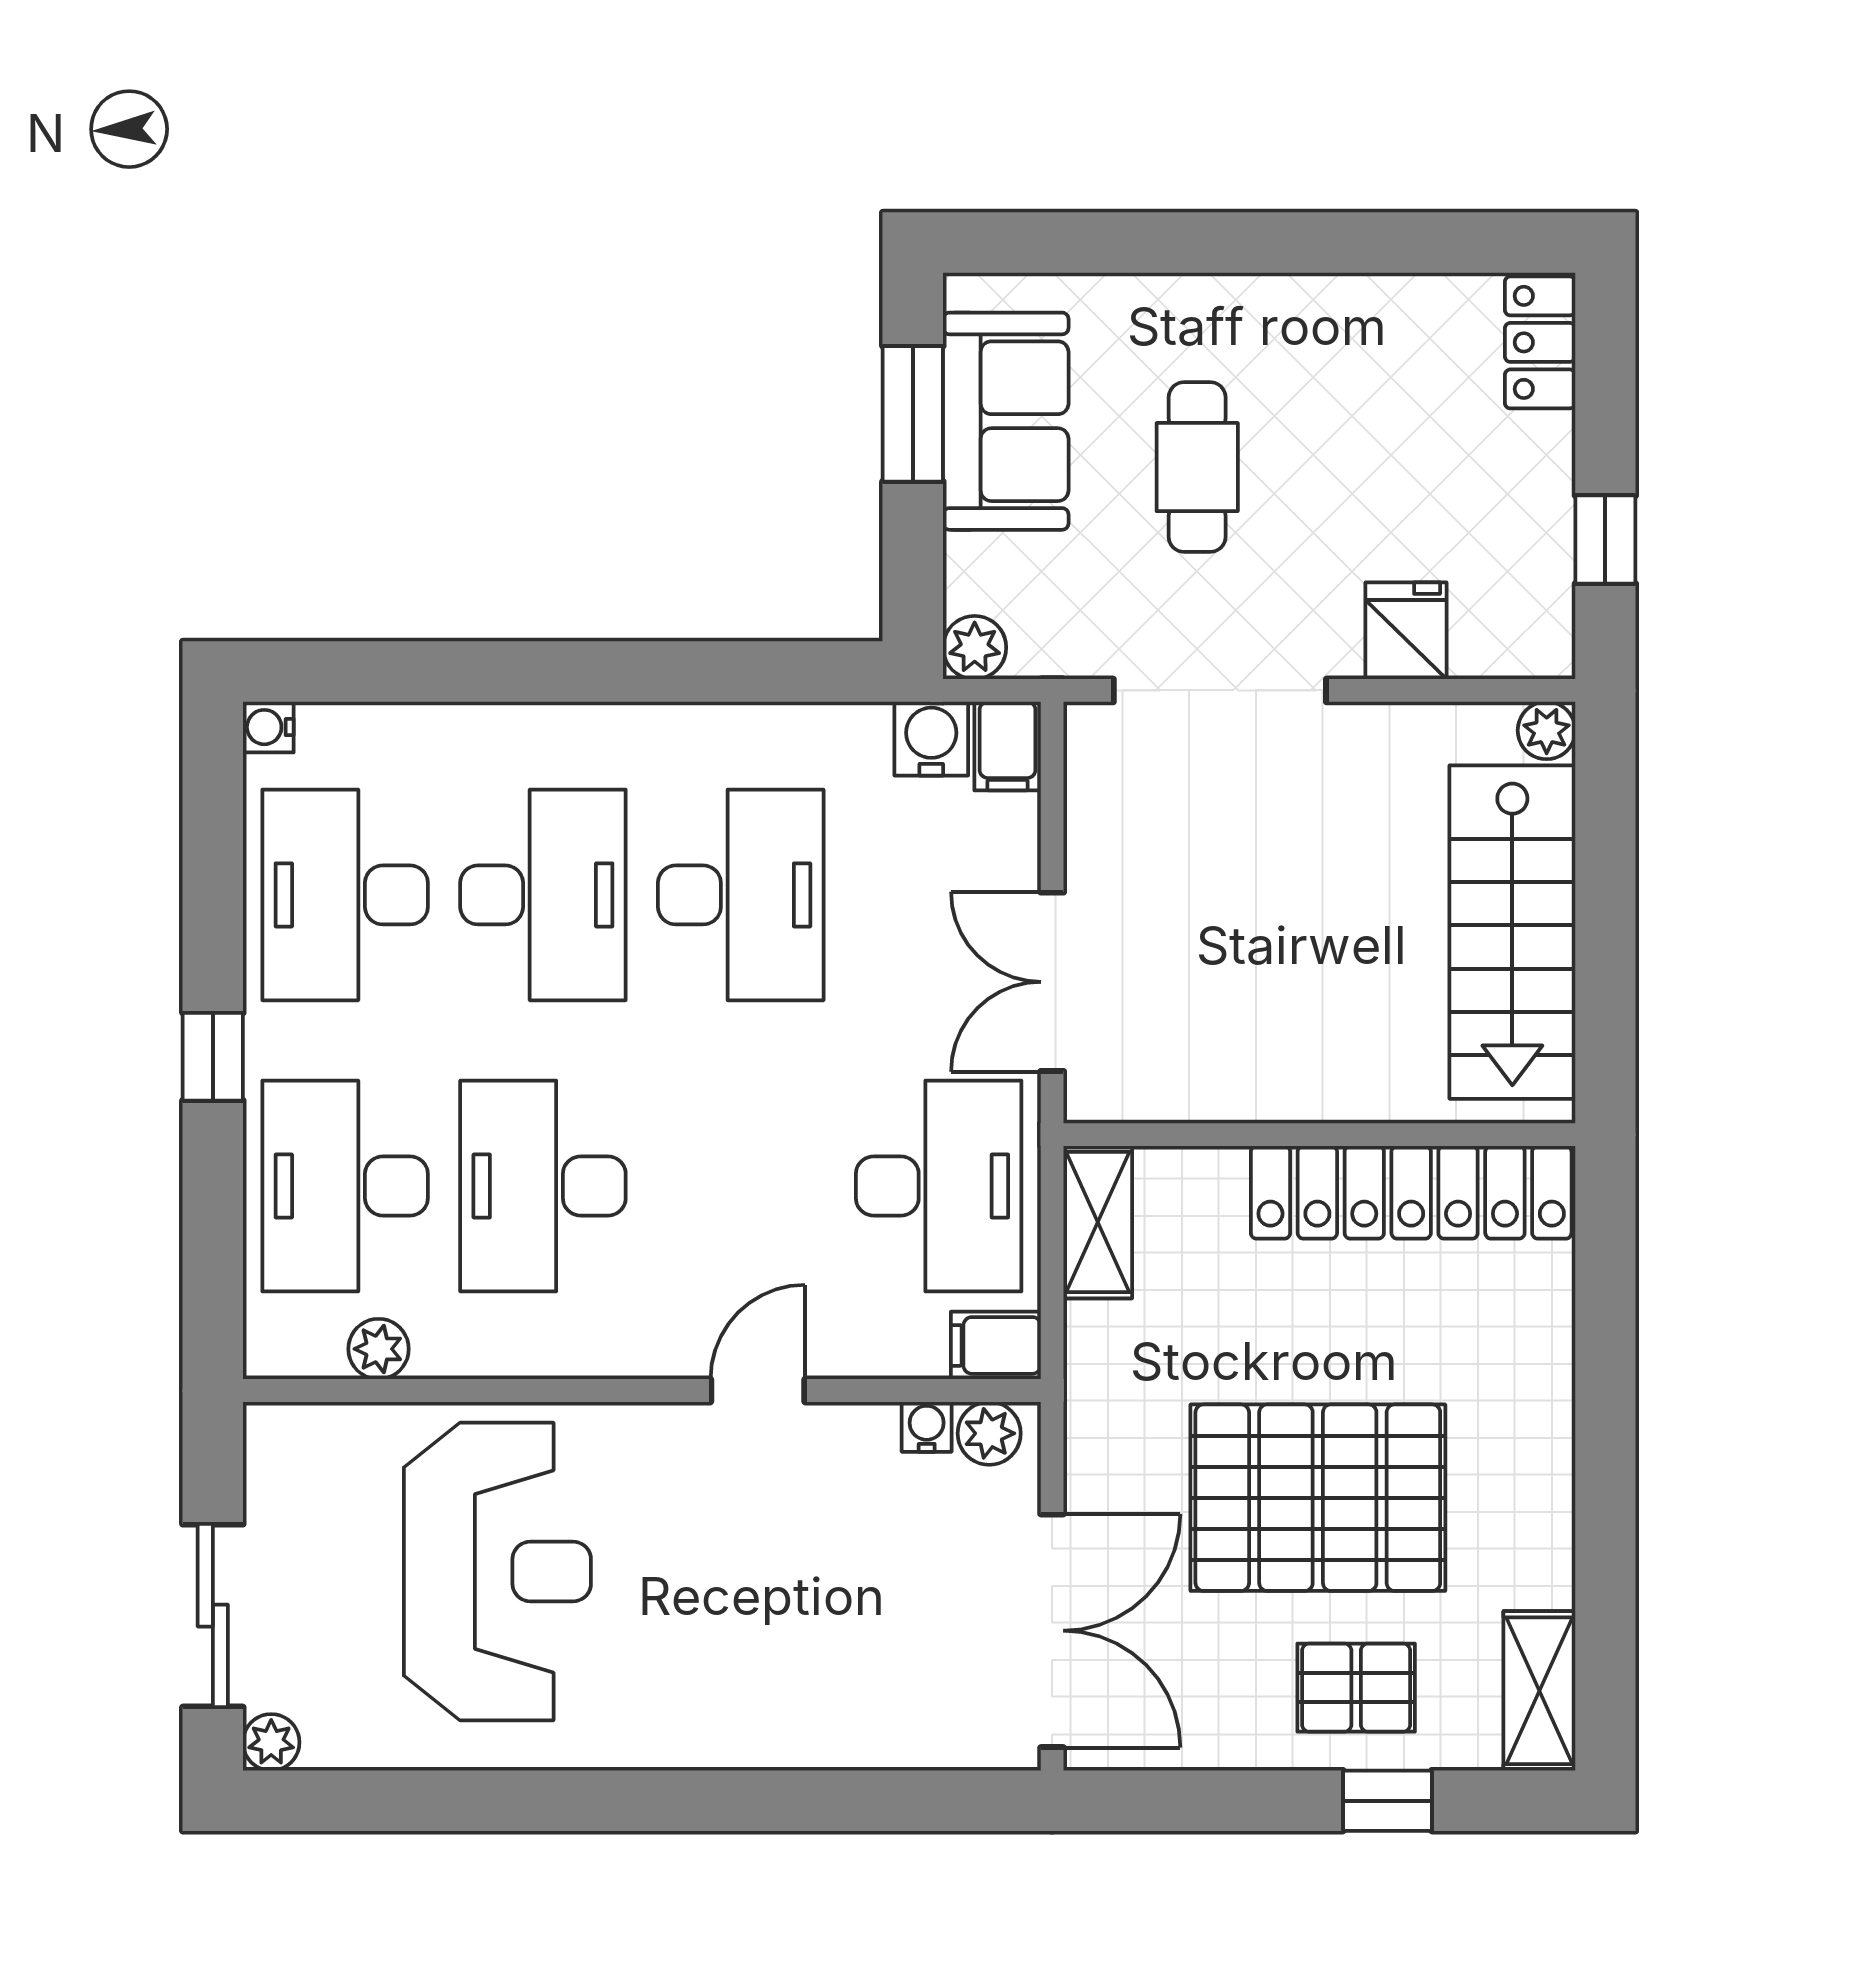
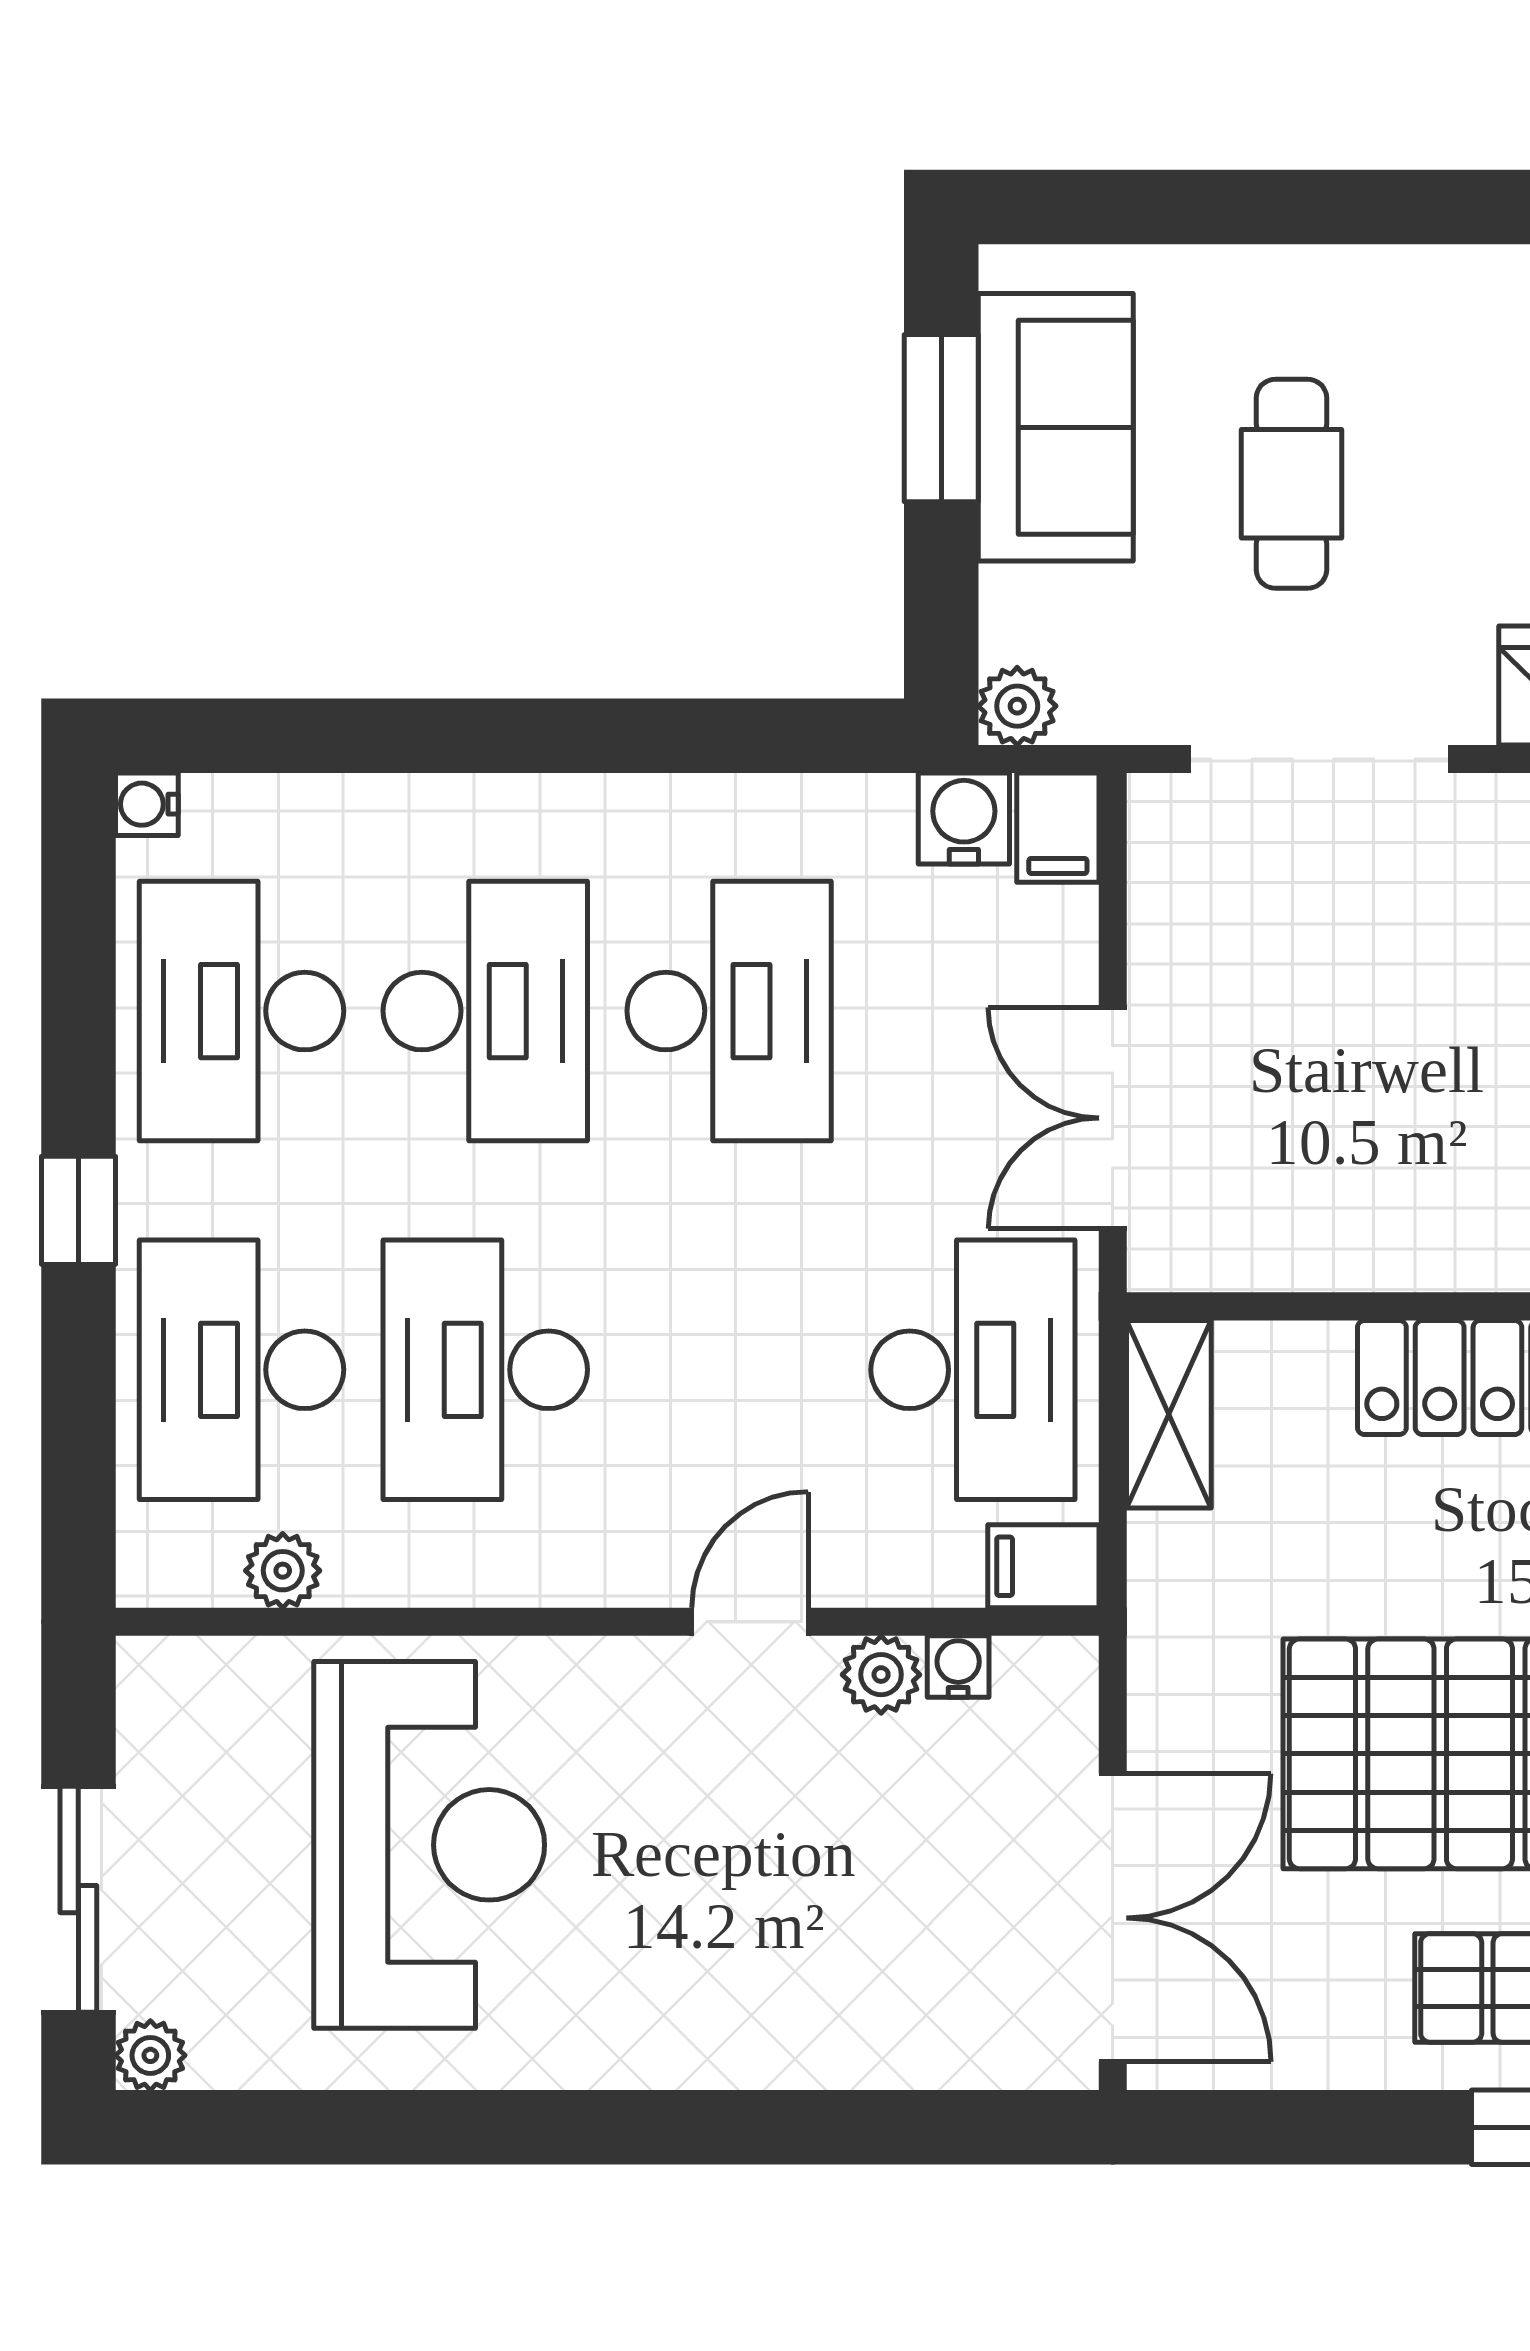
plant: (989, 1433) -> (881, 1675), moved

